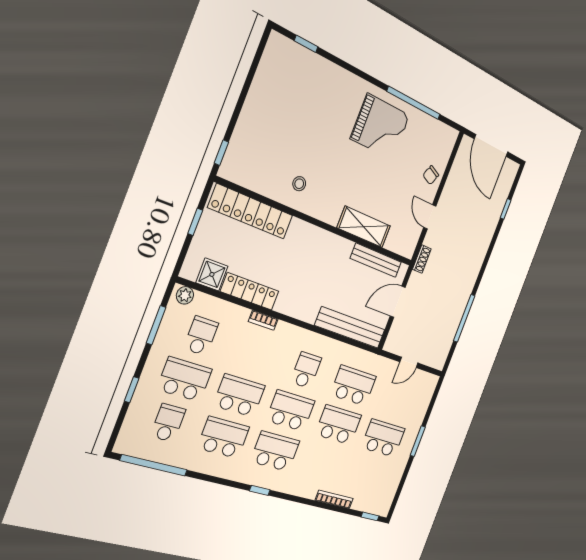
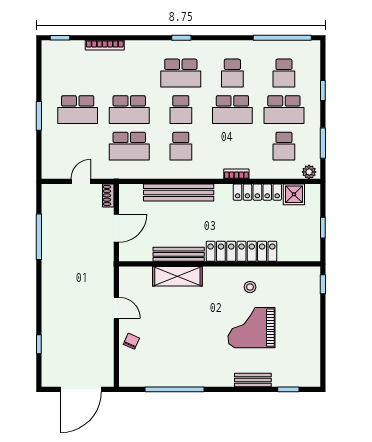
bench: (337, 74) -> (253, 380), added
grand piano: (380, 127) -> (251, 328), moved
door: (491, 145) -> (81, 389), swing flipped
locker: (251, 212) -> (241, 251), moved
shoe rack: (422, 259) -> (108, 195), moved
bench: (376, 260) -> (179, 254), moved
bench: (350, 328) -> (179, 193), moved
school desk: (291, 411) -> (181, 110), width x0.54
school desk: (223, 438) -> (232, 73), width x0.54

